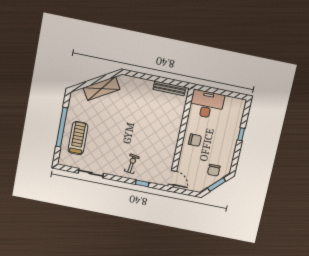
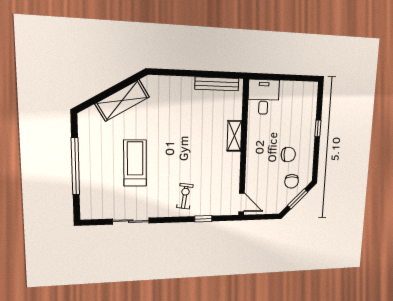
desk: (207, 104) -> (264, 97), width x0.73
shelving: (176, 128) -> (234, 136), added
treadmill: (78, 138) -> (135, 163), moved
chair: (195, 140) -> (288, 155), moved

